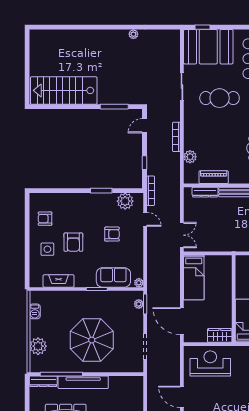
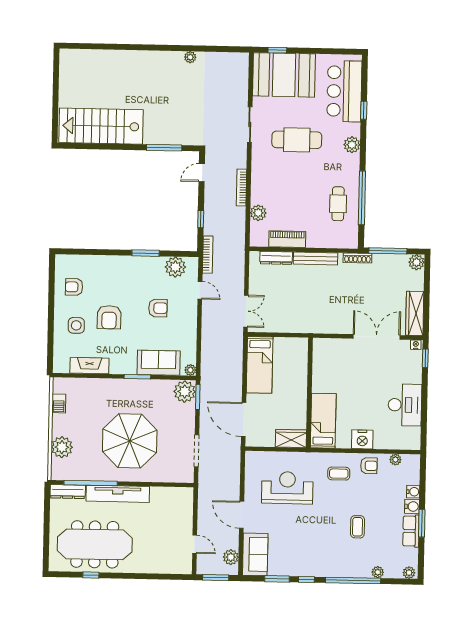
plant: (139, 304) -> (185, 392), width x1.87, depth x1.87
reception desk: (210, 363) -> (287, 488), moved

